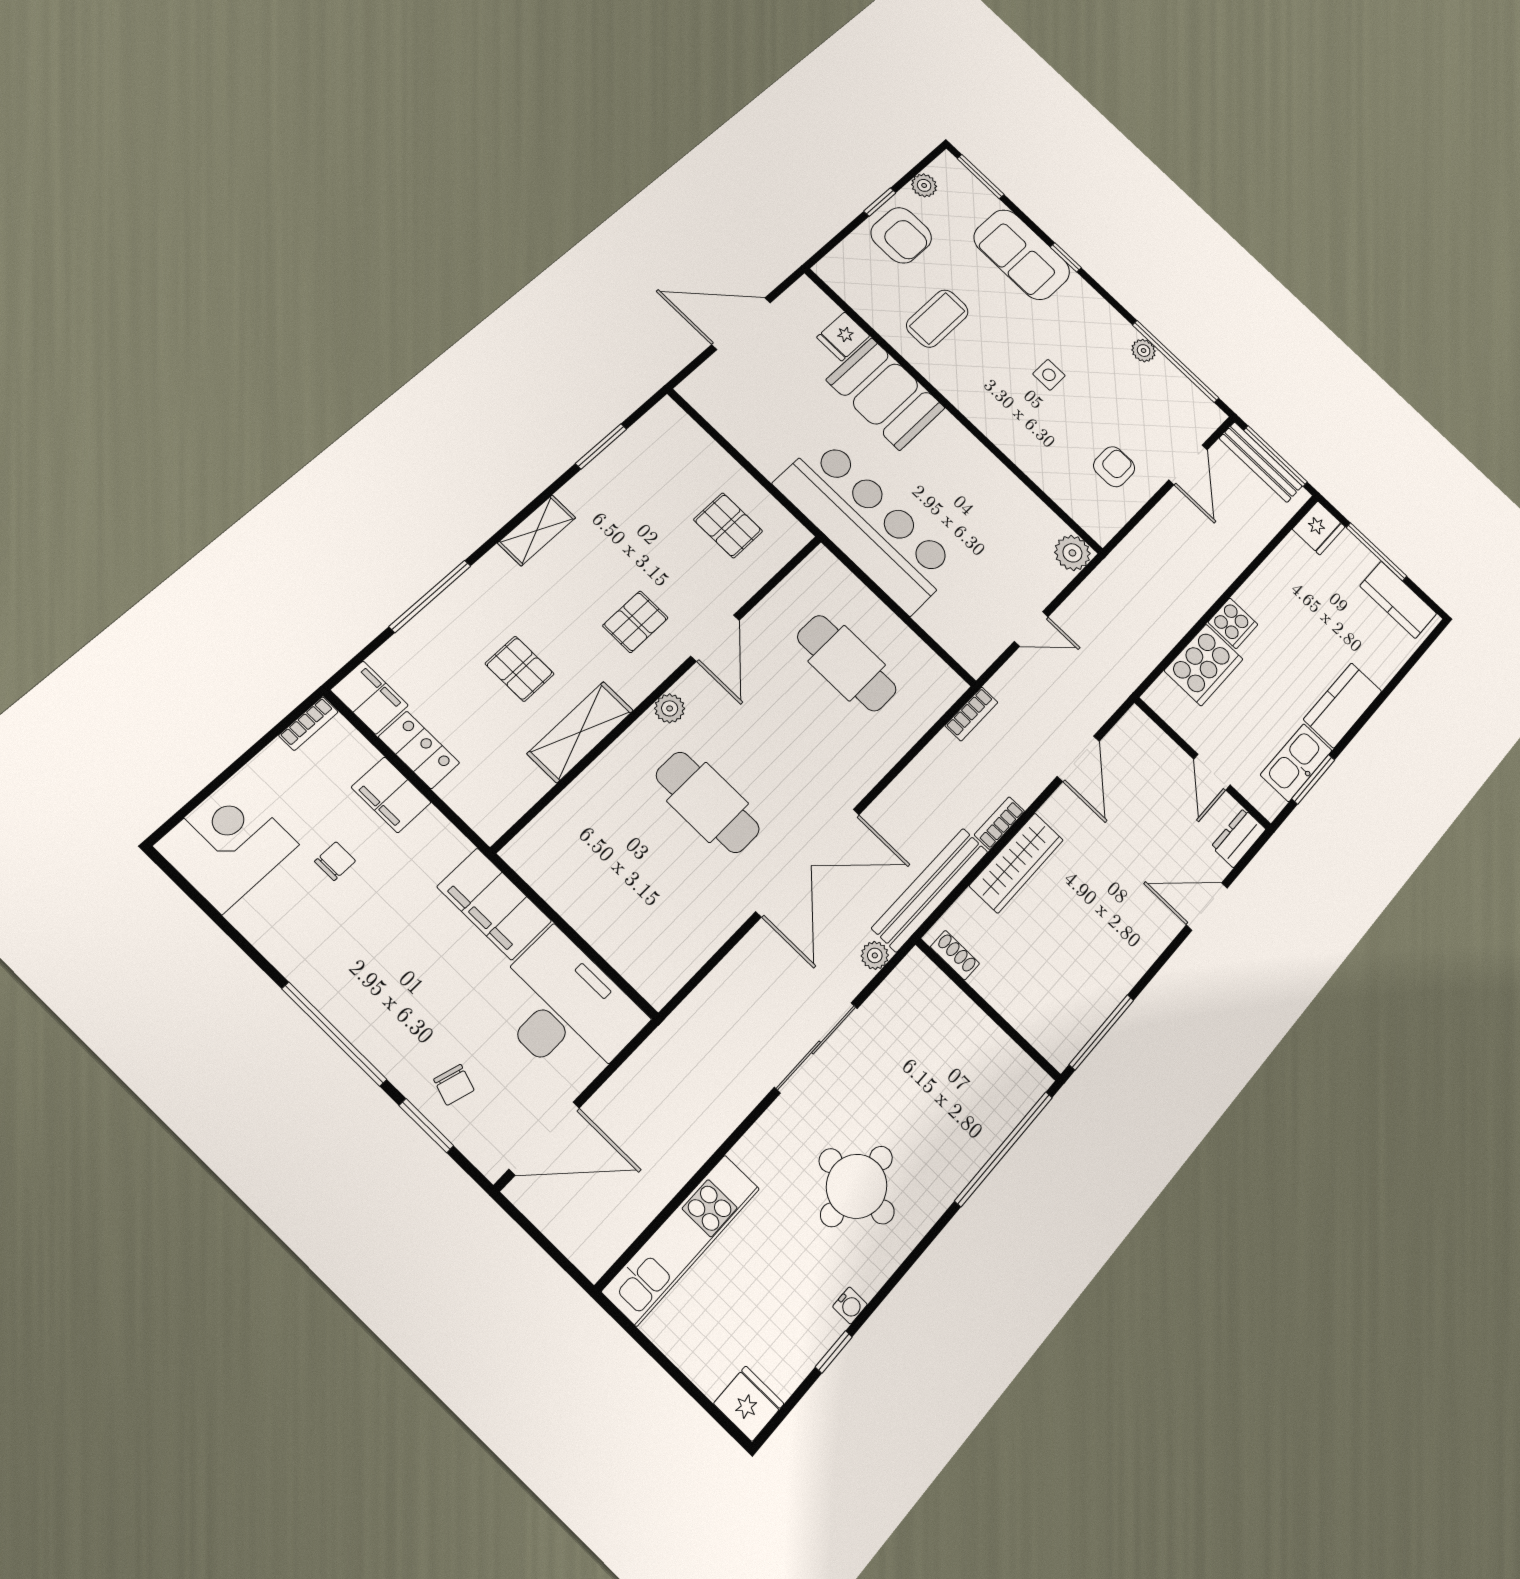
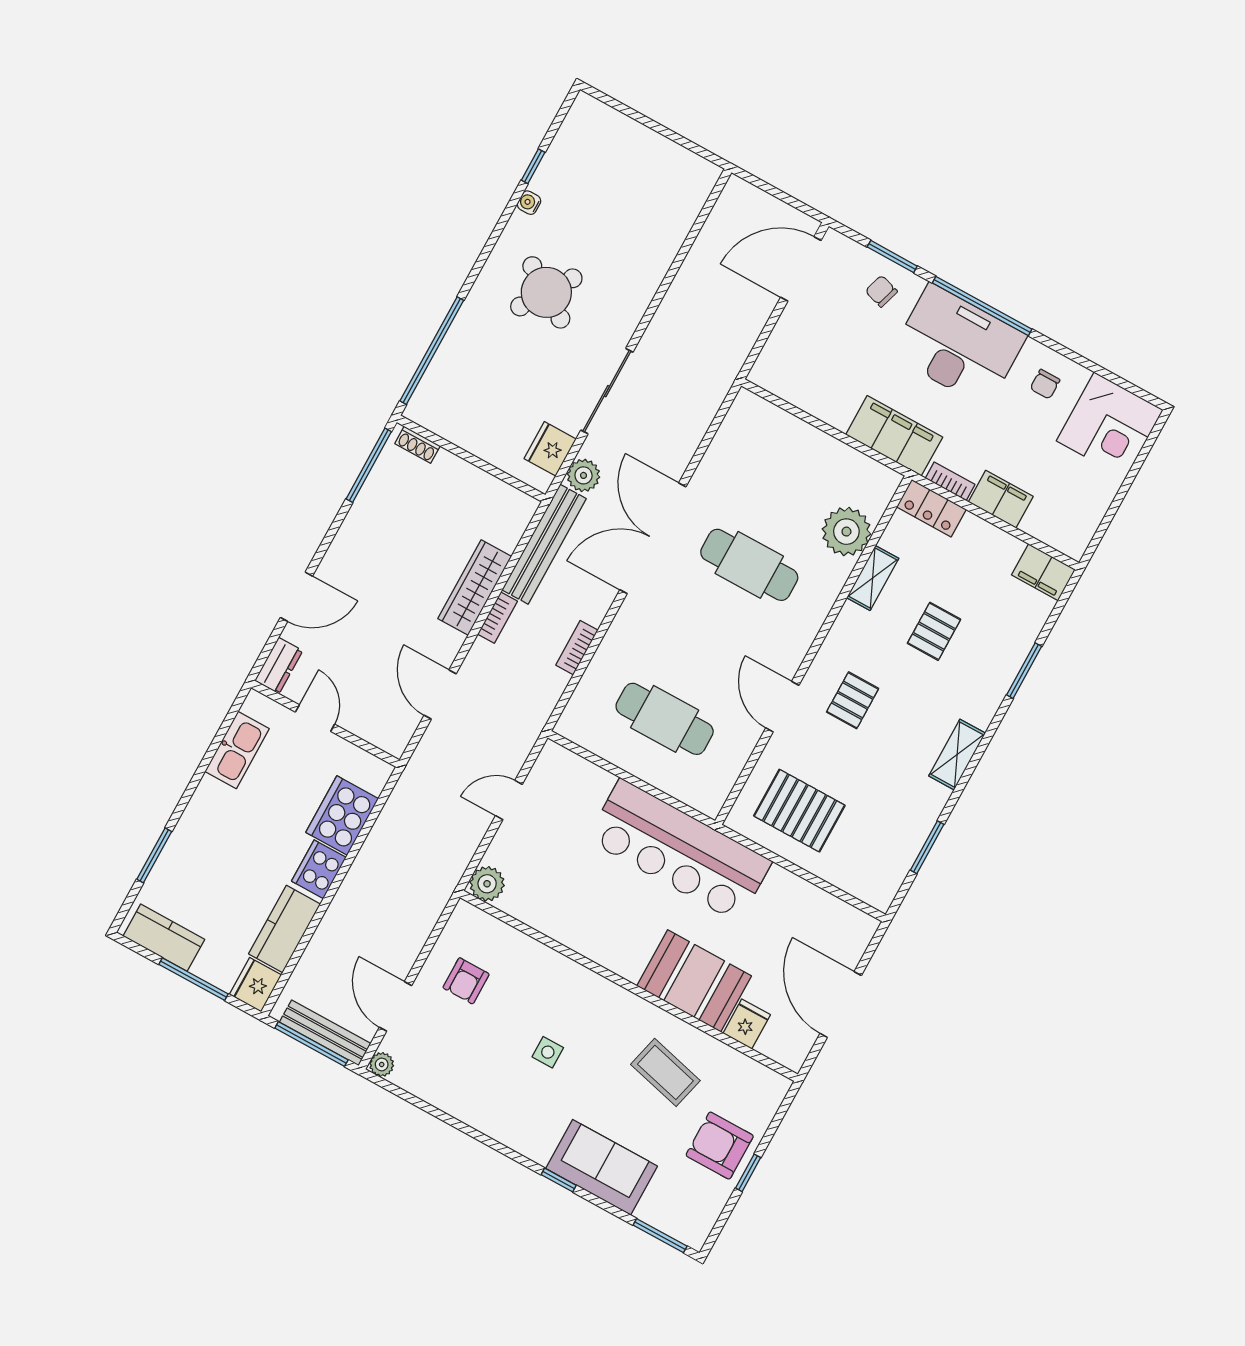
plant: (924, 185) -> (711, 1206), removed
coffee table: (937, 319) -> (665, 1072), turned -76
door: (741, 324) -> (841, 1004), swing flipped
plant: (1144, 351) -> (382, 1064), moved
window: (1176, 361) -> (429, 1109), removed
pallet: (728, 525) -> (799, 811), width x1.50, depth x1.42
window: (430, 596) -> (1024, 671), width x0.69
cooker: (1233, 623) -> (319, 869), width x1.36
pallet: (520, 669) -> (934, 631), turned 90
kitchen counter: (1343, 705) -> (285, 929), moved, turned 180
plant: (670, 708) -> (846, 532), moved, width x1.88, depth x1.88
bookcase: (971, 714) -> (577, 648), moved
bookcase: (308, 724) -> (950, 481), moved, turned 90
shelving: (580, 732) -> (873, 578), width x0.67, depth x0.75
locker: (419, 750) -> (931, 508), moved
window: (1313, 779) -> (154, 855), moved
chair: (335, 861) -> (1045, 384), moved
plant: (875, 955) -> (583, 475), width x1.38, depth x1.38
shoe rack: (955, 955) -> (417, 445), moved
desk: (565, 1009) -> (958, 345), moved, turned 180
round table: (857, 1186) -> (546, 292), turned 33
kitchen unit: (681, 1240) -> (674, 220), removed
fridge: (749, 1404) -> (550, 449), moved, turned 90

